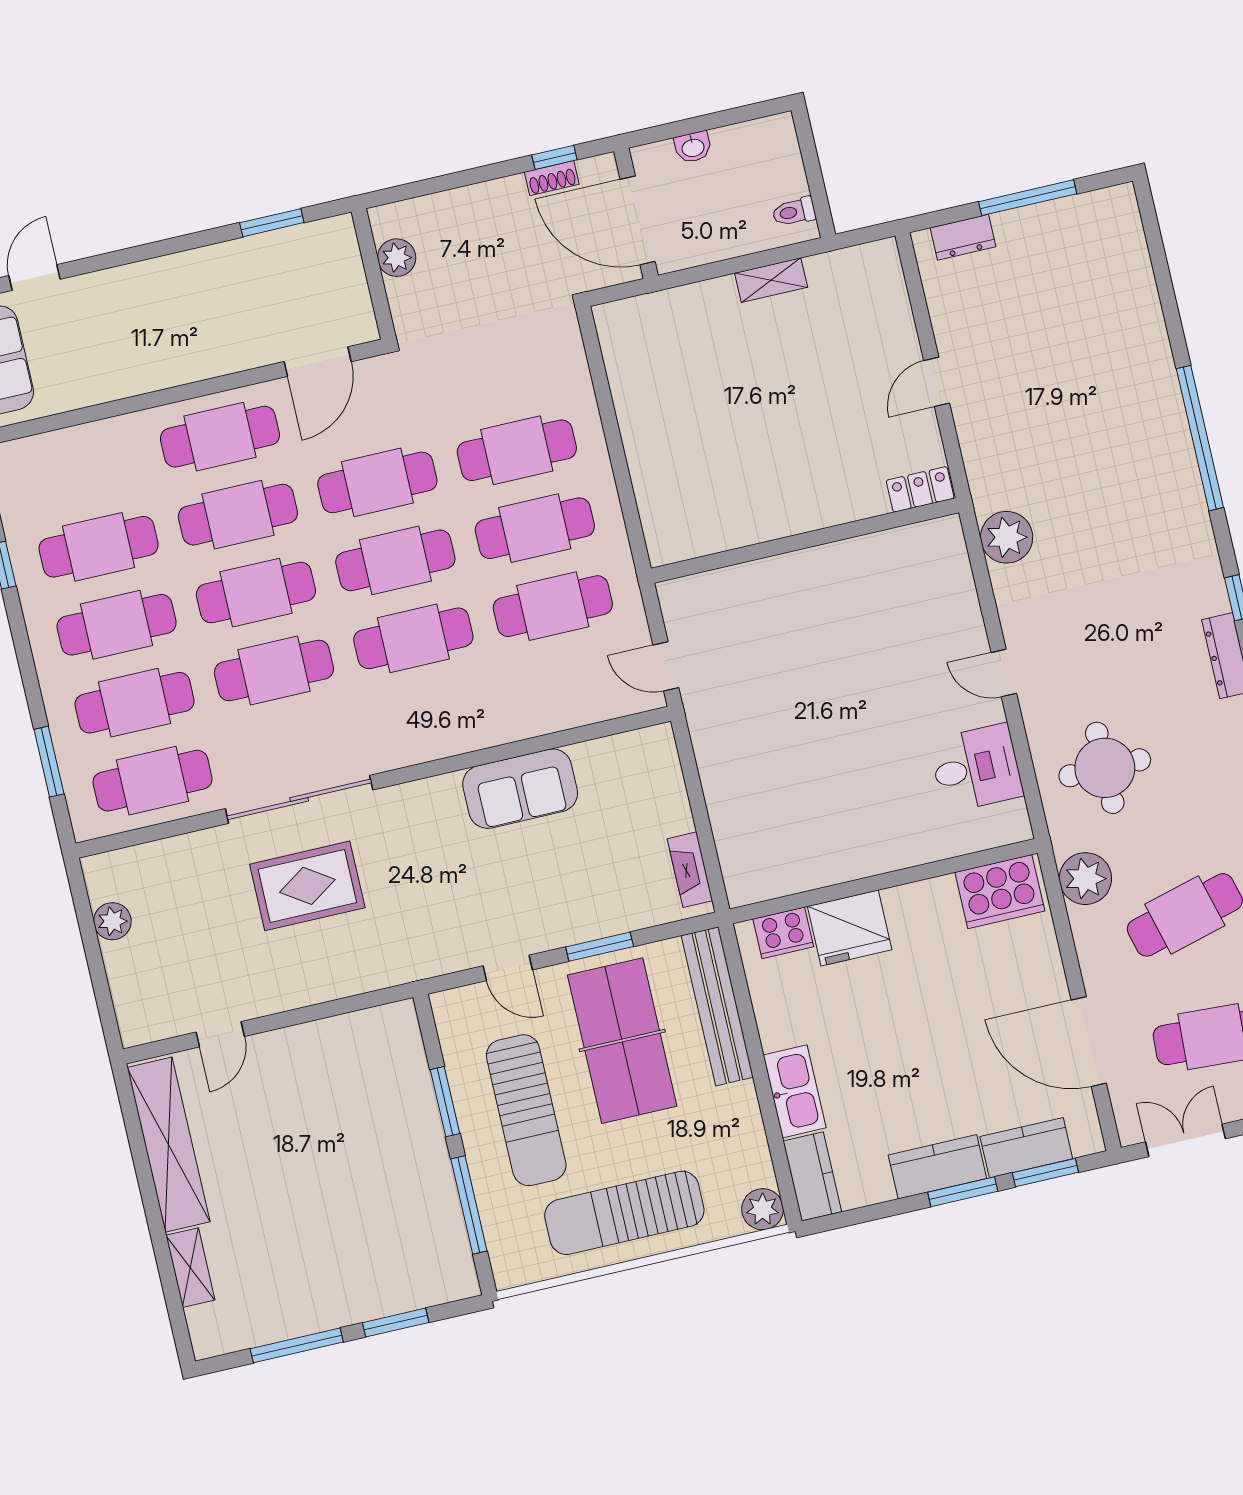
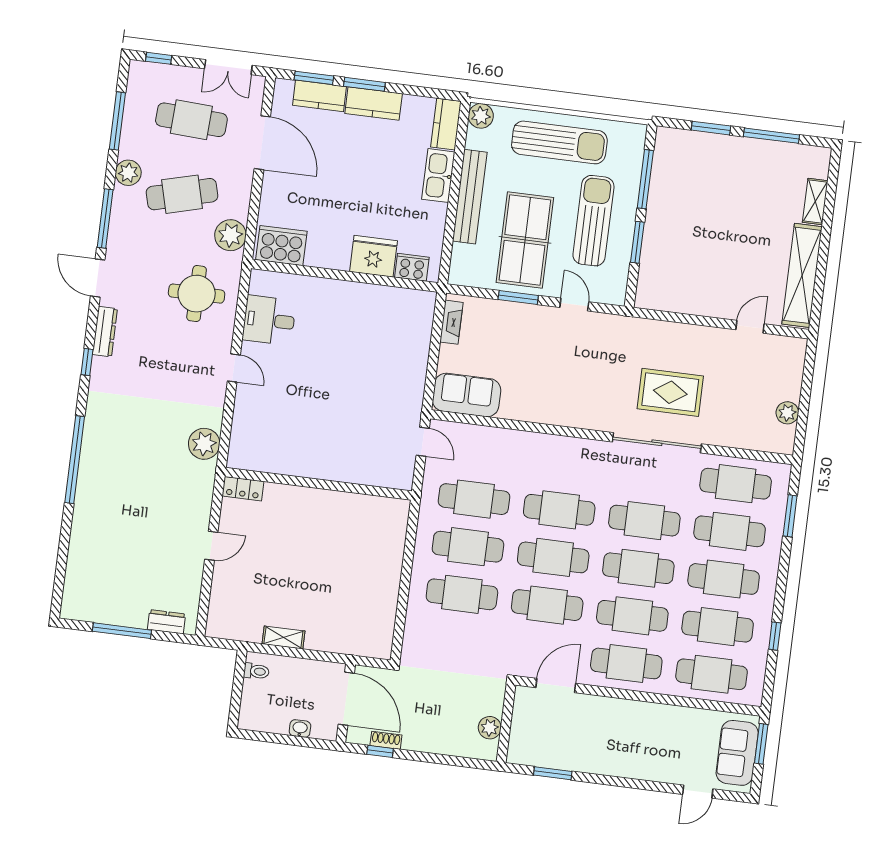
cafe table: (81, 469) -> (712, 674), added
sofa: (520, 789) -> (467, 395), moved
bench: (717, 1006) -> (470, 197), moved

